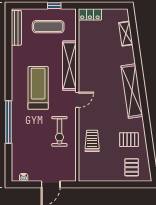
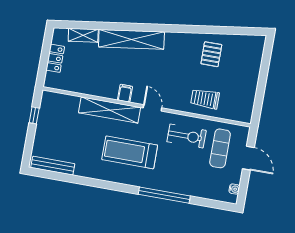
locker: (90, 14) -> (55, 58), moved
exercise mat: (48, 27) -> (220, 148), moved
filing cabinet: (85, 76) -> (125, 93), added
shelving: (132, 91) -> (131, 39), moved
pallet: (132, 167) -> (245, 57), removed

